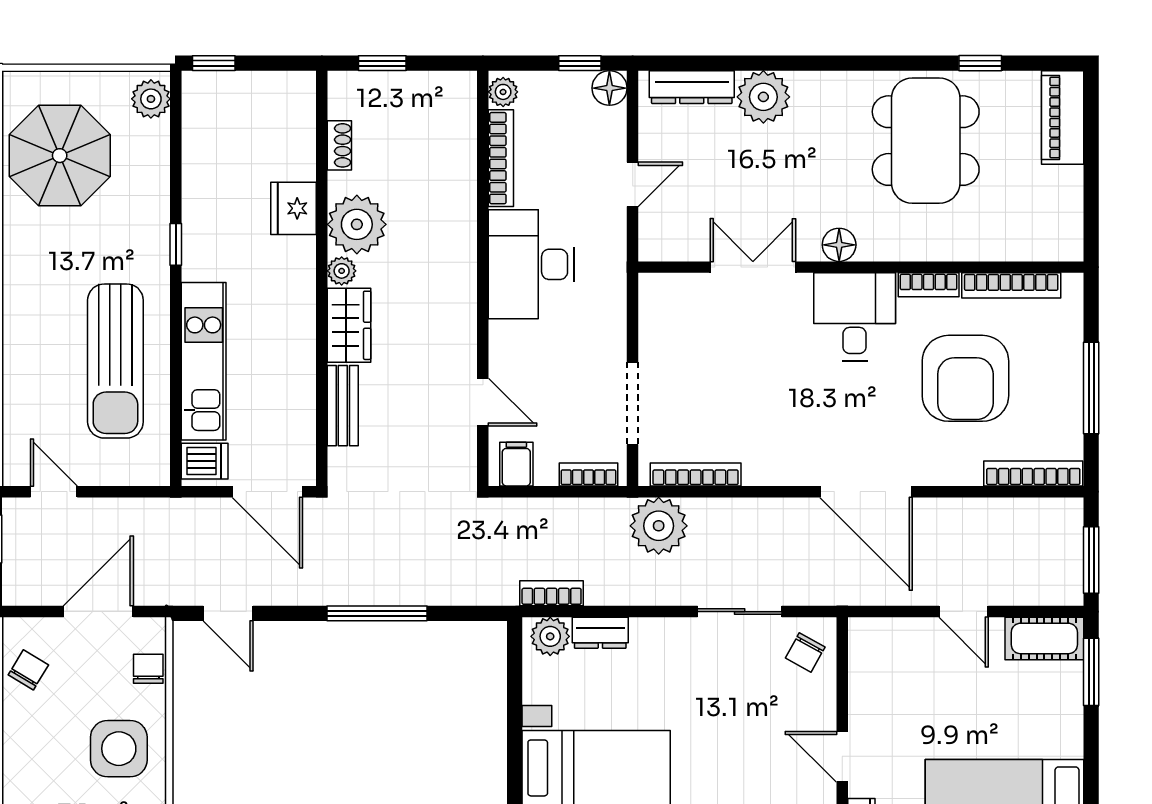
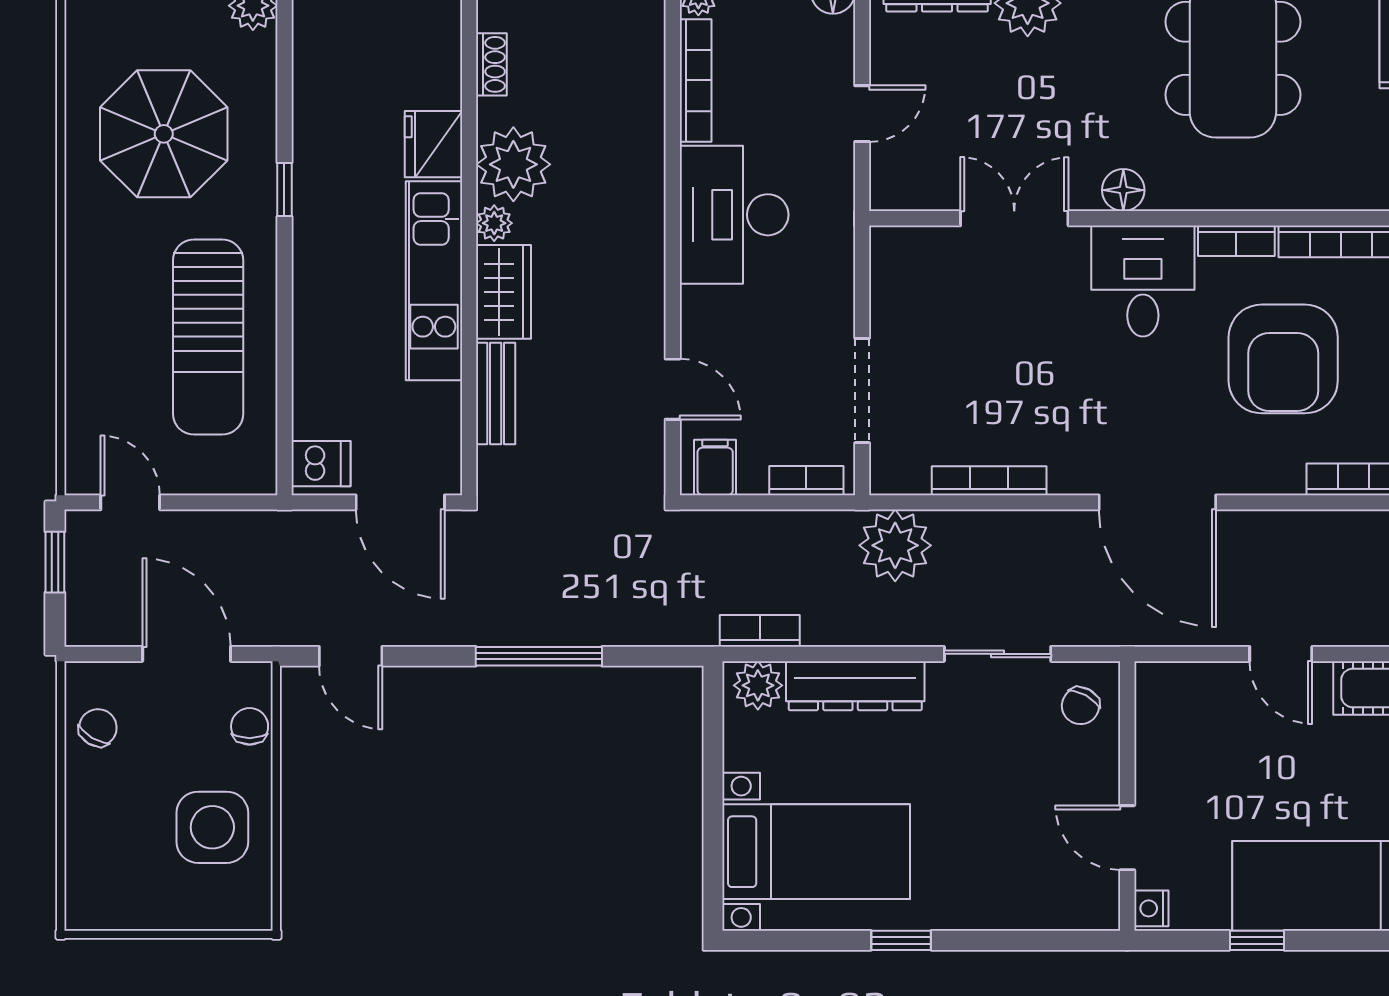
parasol: (60, 156) -> (164, 134), moved
kitchen unit: (204, 361) -> (434, 281), moved, turned 180
bookcase: (696, 475) -> (989, 481), moved
door: (98, 612) -> (187, 654), hinge flipped
dresser: (600, 633) -> (855, 686), width x1.96, depth x1.24

